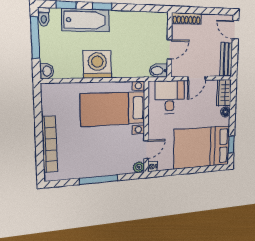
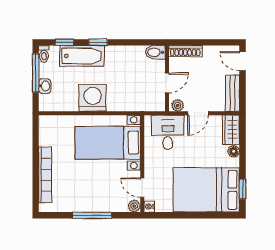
washbasin: (47, 71) -> (45, 86), moved
bidet: (159, 71) -> (155, 52), moved
plant: (179, 71) -> (178, 105), added
door: (146, 150) -> (142, 188), swing flipped

